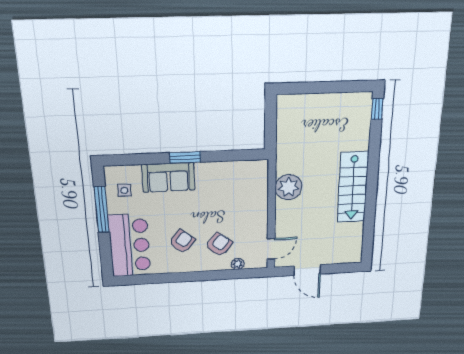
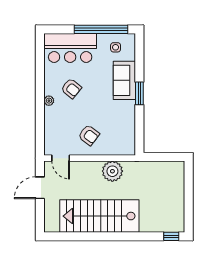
stairs: (353, 187) -> (99, 216), width x1.36, depth x1.51
window: (102, 210) -> (101, 29), width x1.46
armchair: (219, 244) -> (89, 135), moved
plant: (238, 264) -> (49, 101), moved

